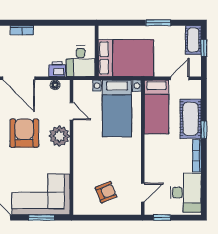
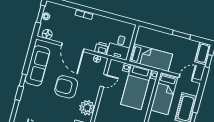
bed: (126, 58) -> (151, 58), width x0.67
door: (72, 111) -> (104, 81), hinge flipped
armchair: (24, 133) -> (66, 87), turned -90
plant: (59, 136) -> (87, 108), moved

